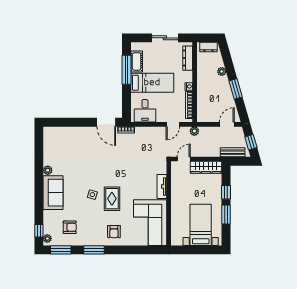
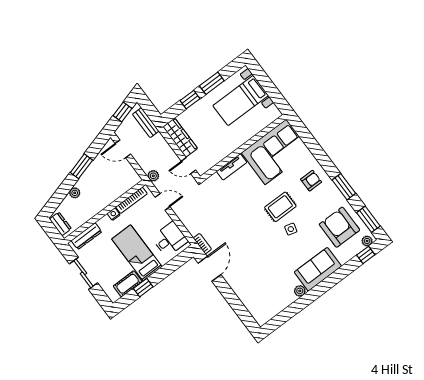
window: (126, 70) -> (143, 288), width x0.46
armchair: (70, 227) -> (339, 227), width x1.88, depth x1.88

